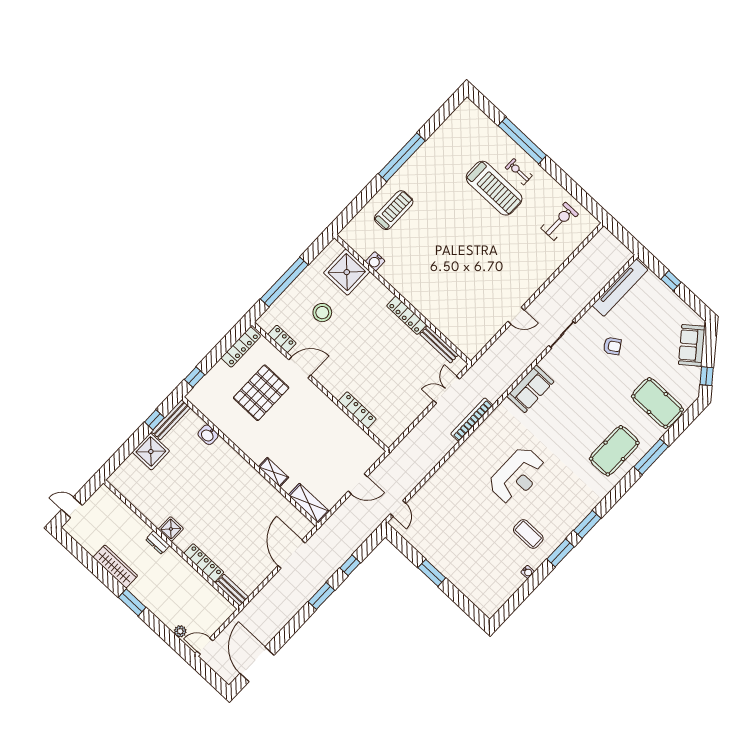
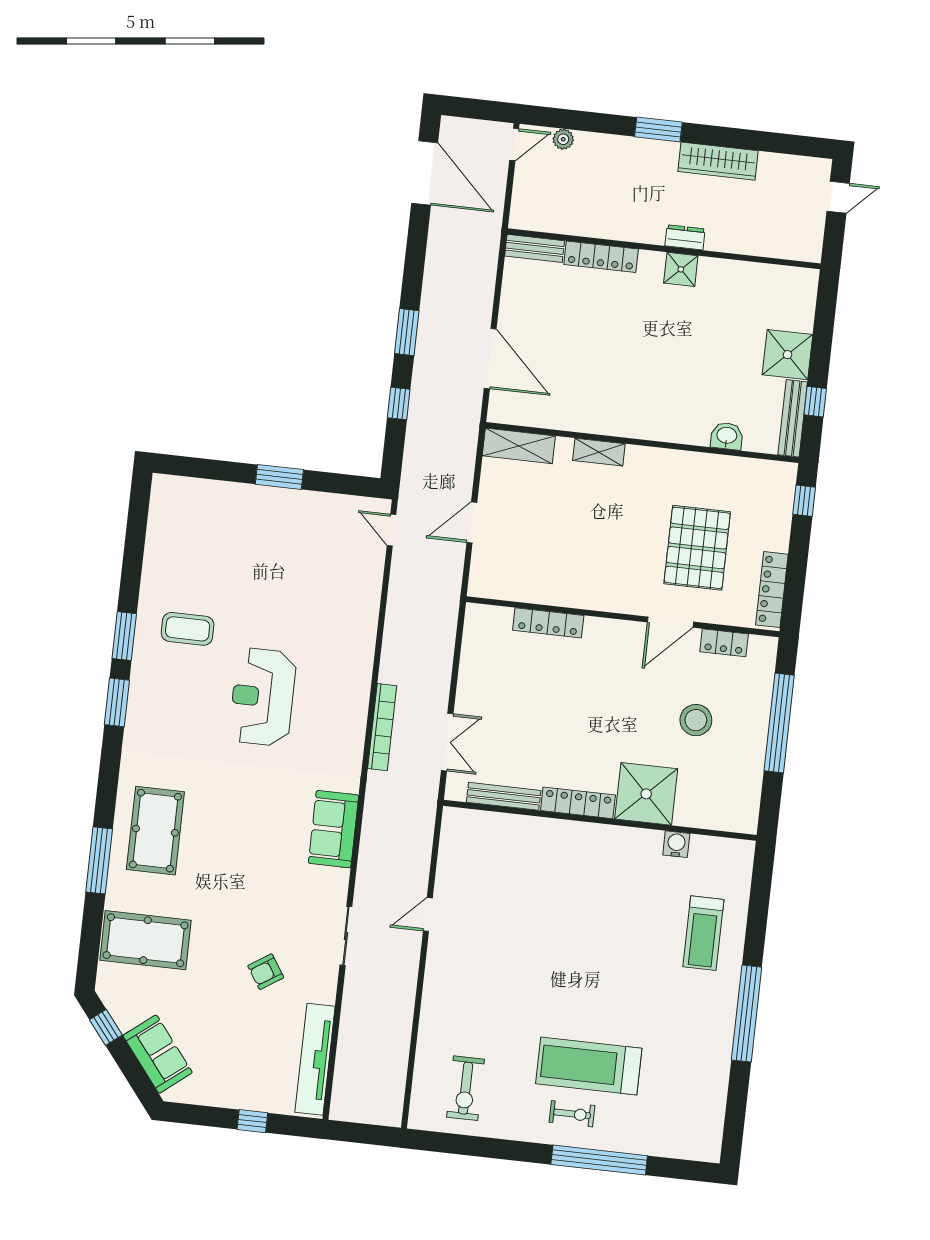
shower: (347, 272) -> (646, 794), moved
water cooler: (528, 572) -> (150, 576), removed

